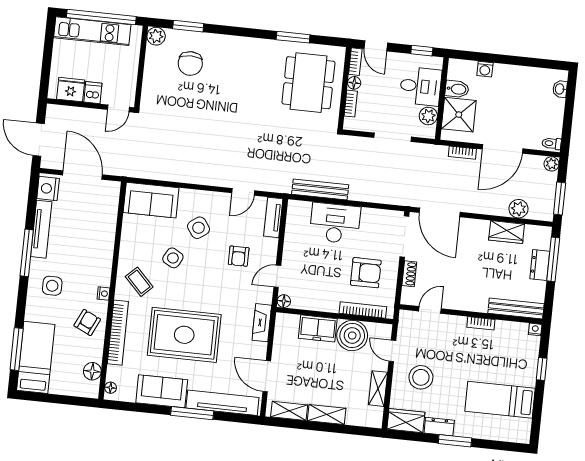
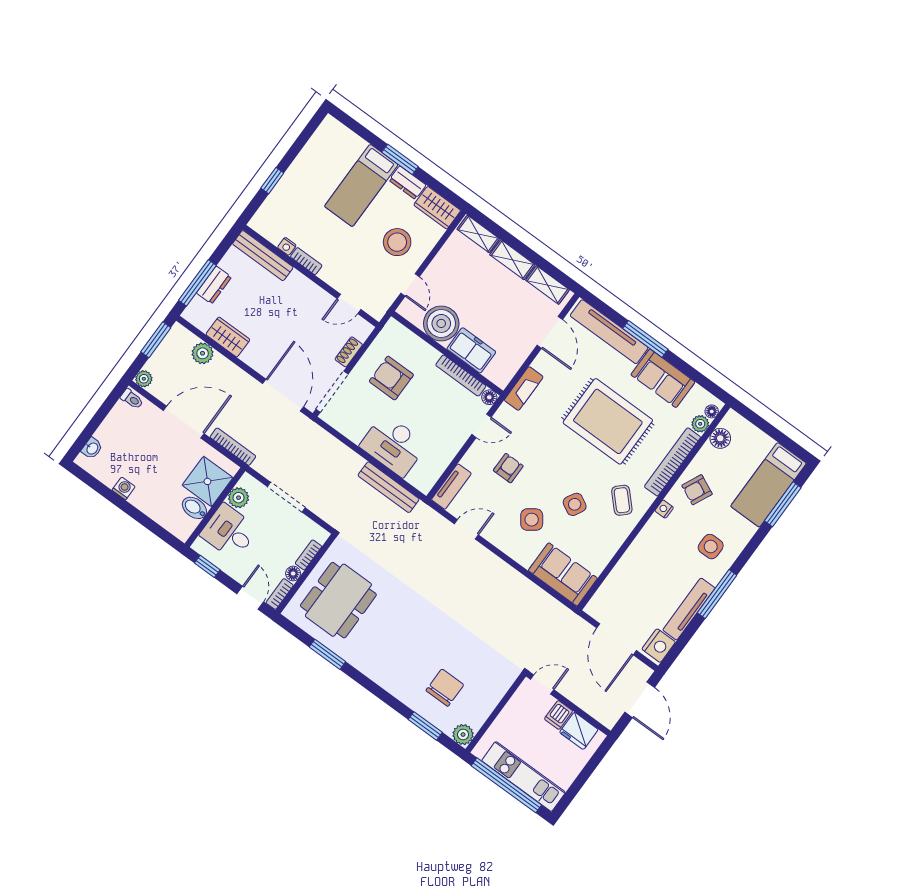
washing machine: (485, 69) -> (124, 488), moved
bookcase: (462, 153) -> (233, 447), width x1.56
bookcase: (363, 310) -> (461, 376), moved
nightstand: (535, 329) -> (287, 246), moved
plant: (114, 373) -> (700, 424), added
shelving: (378, 389) -> (478, 234), moved, turned 90
bed: (500, 400) -> (361, 185), moved, turned 90

